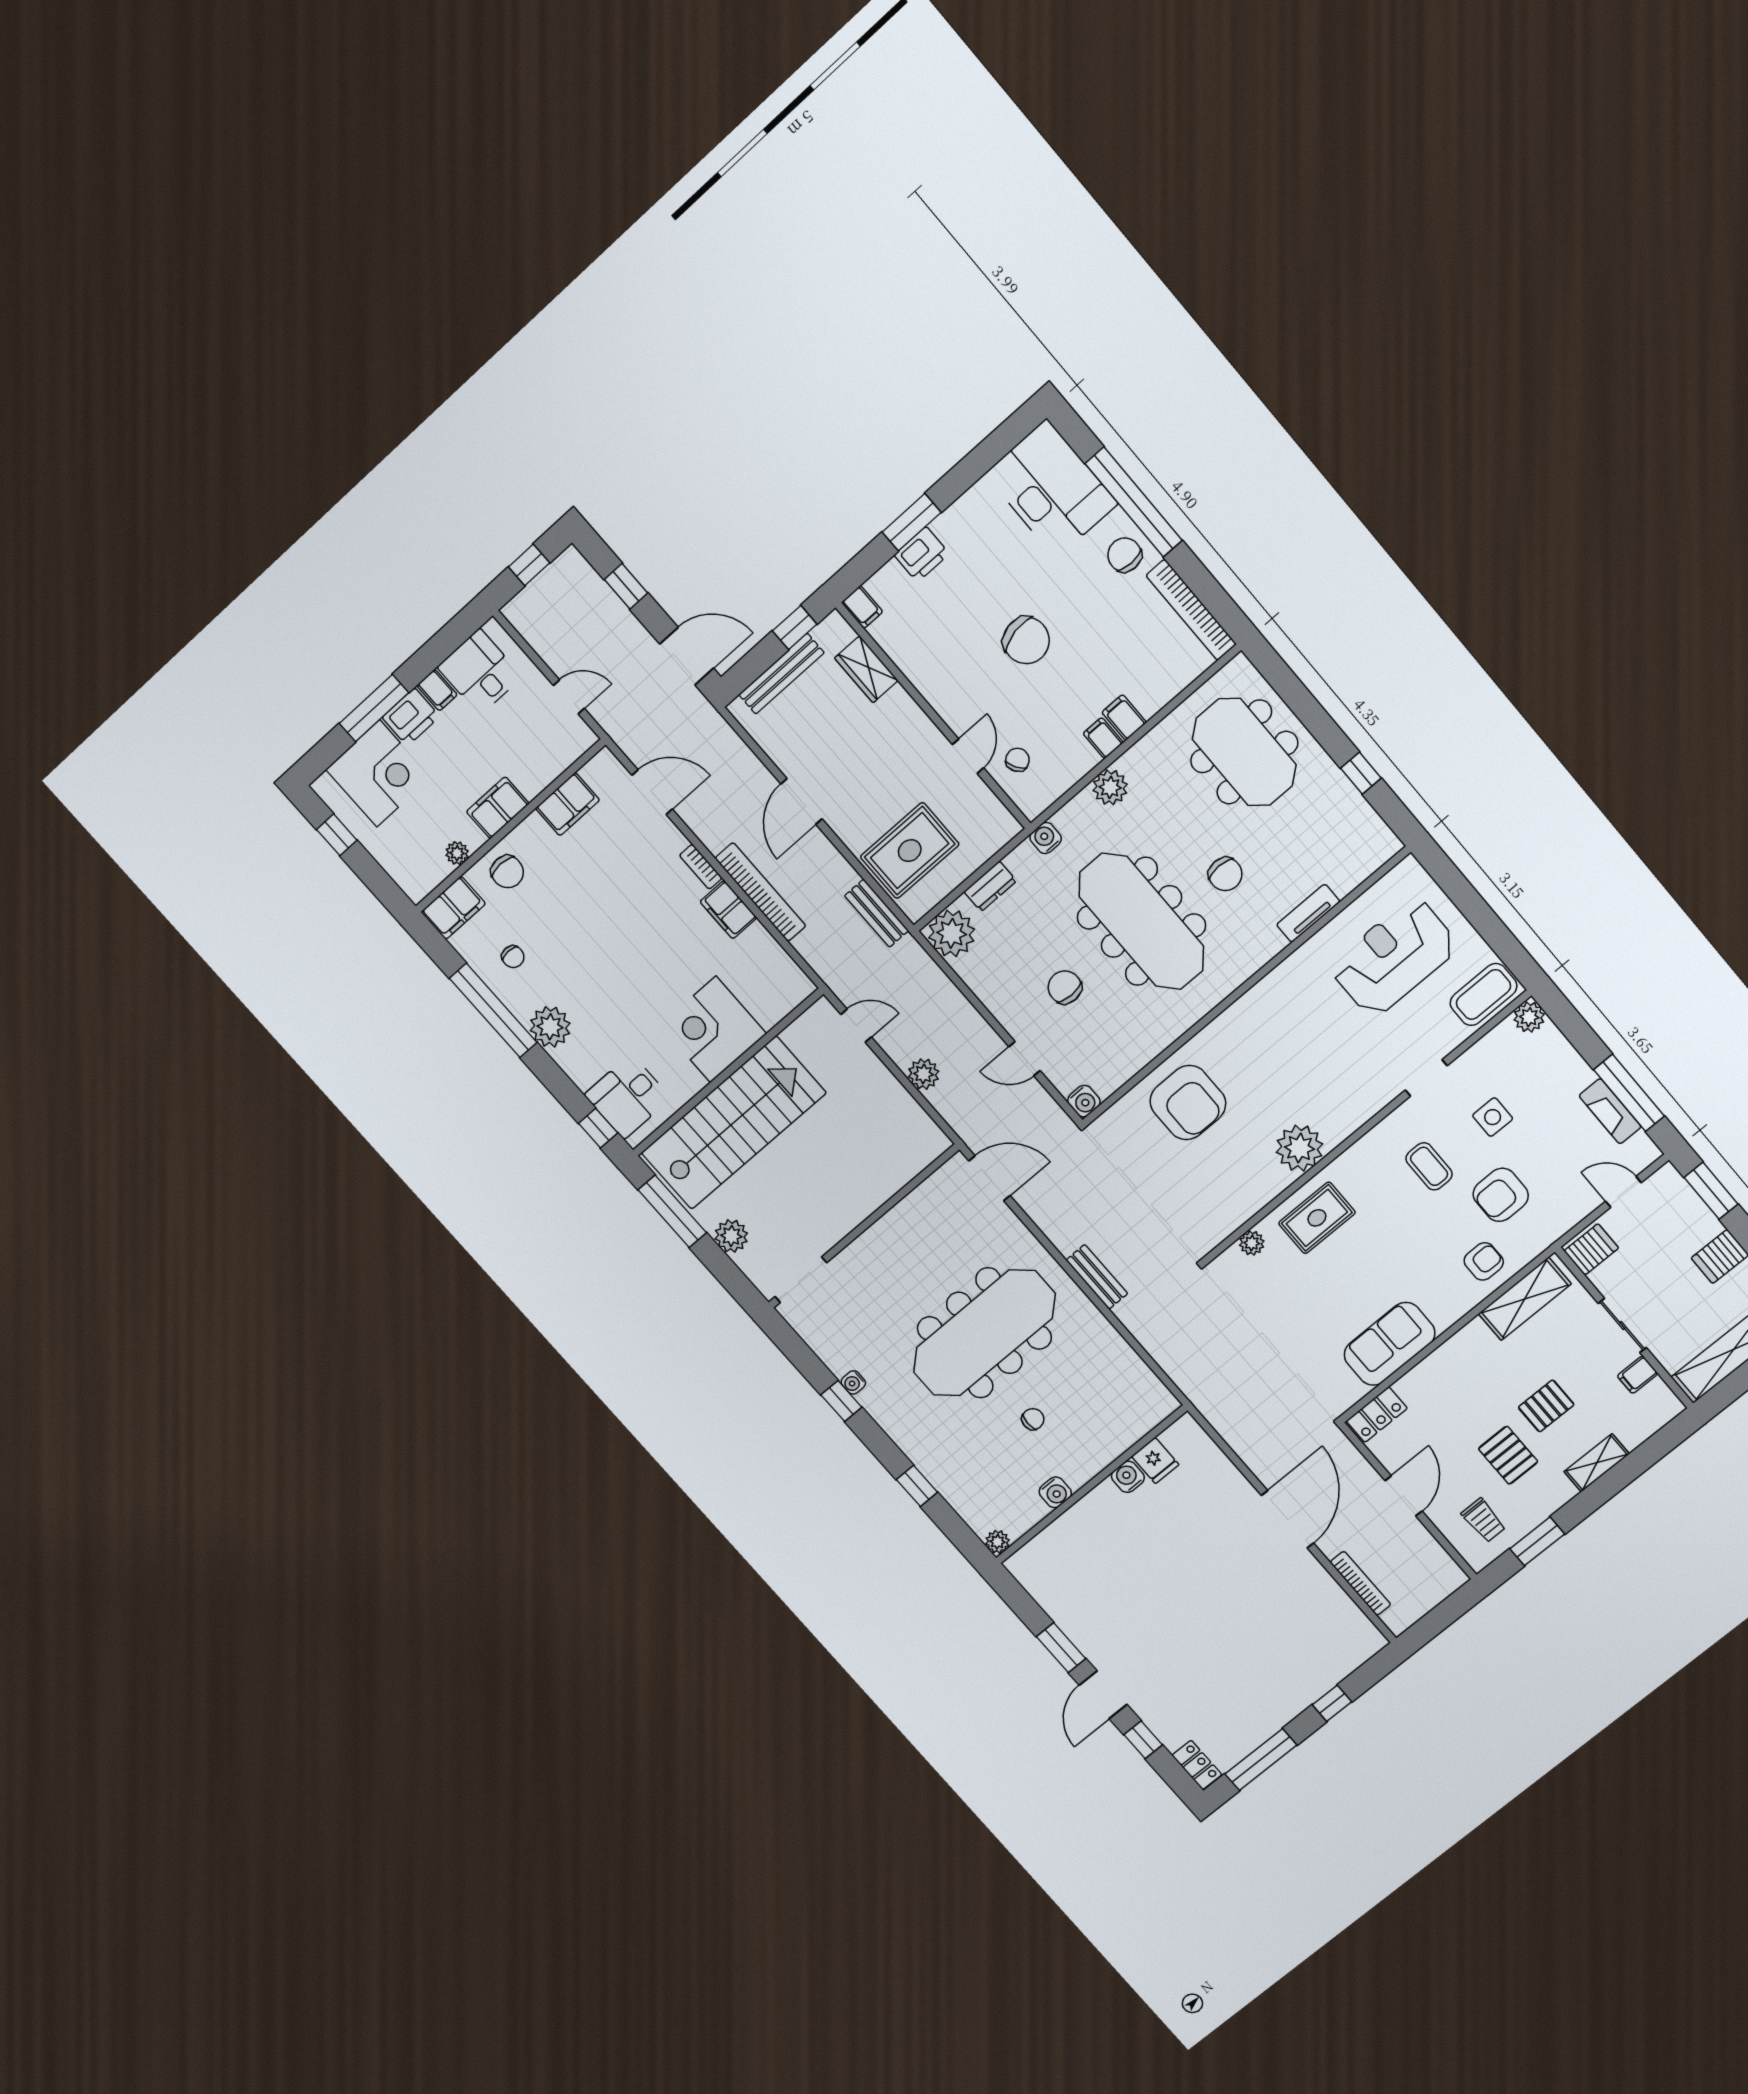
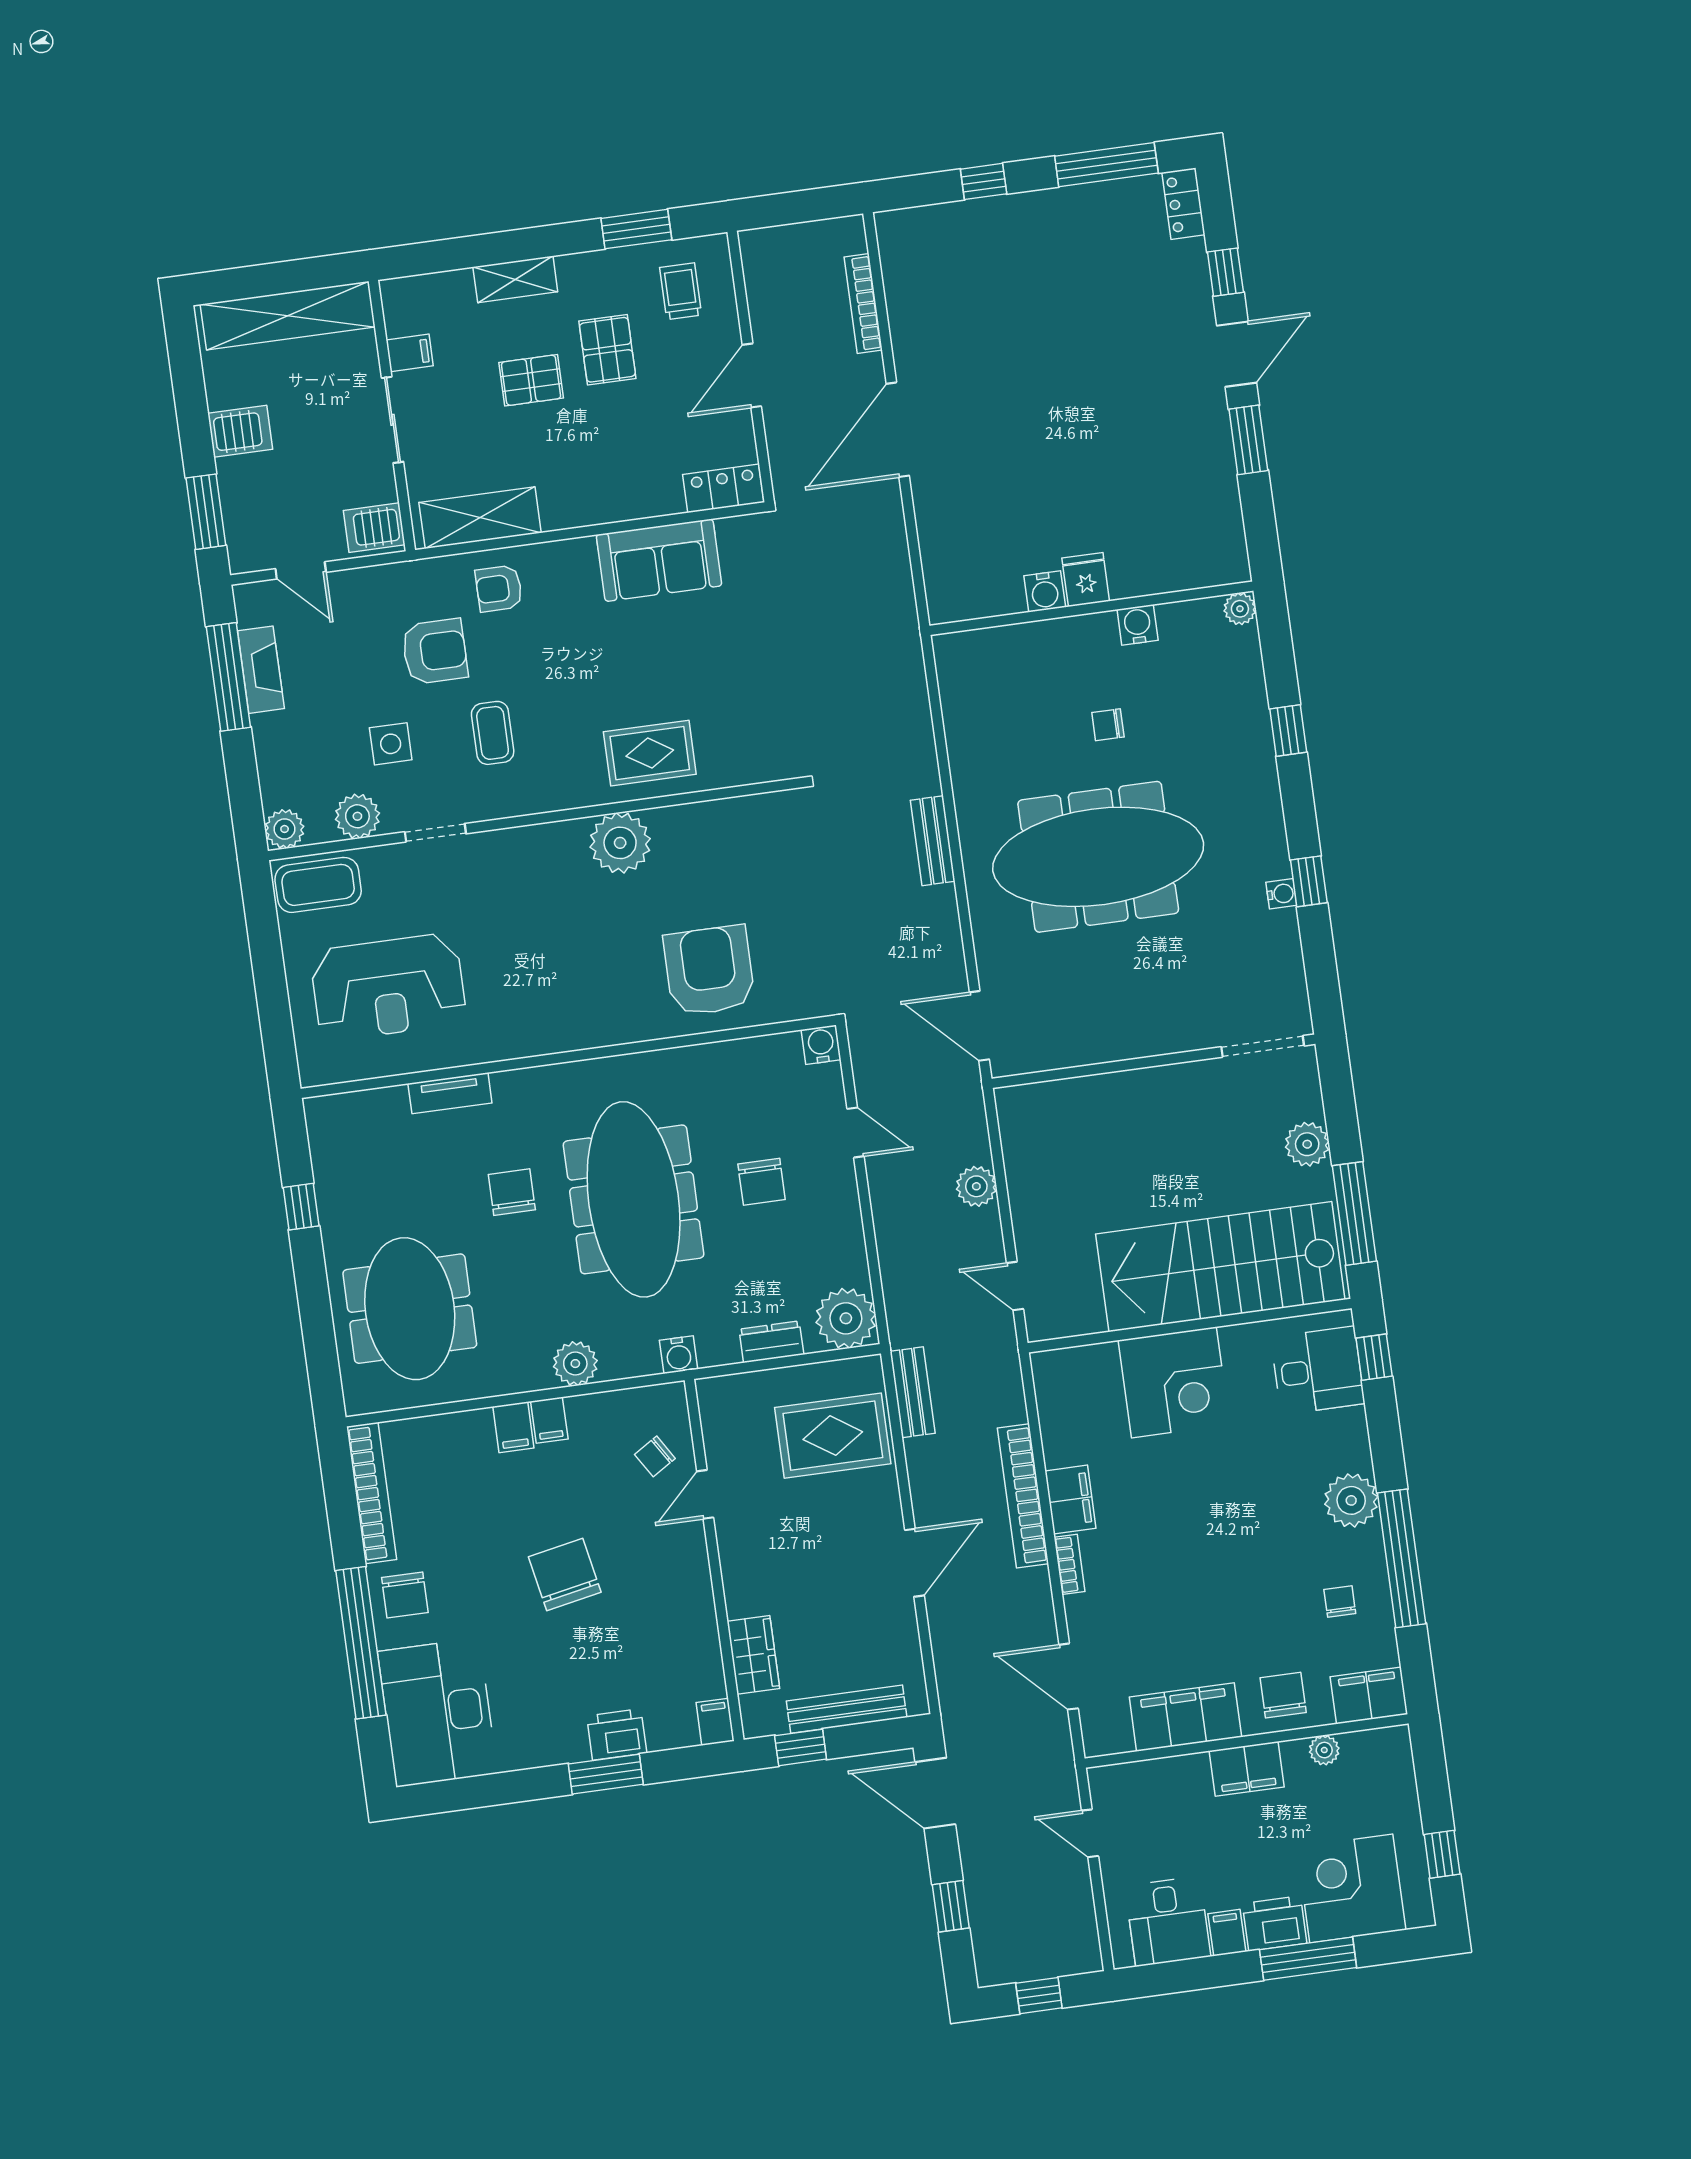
filing cabinet: (568, 804) -> (1185, 1717), width x1.50, depth x1.17
plant: (1252, 1243) -> (357, 816), moved, width x1.38, depth x1.38
fridge: (1155, 1460) -> (1086, 580), moved

